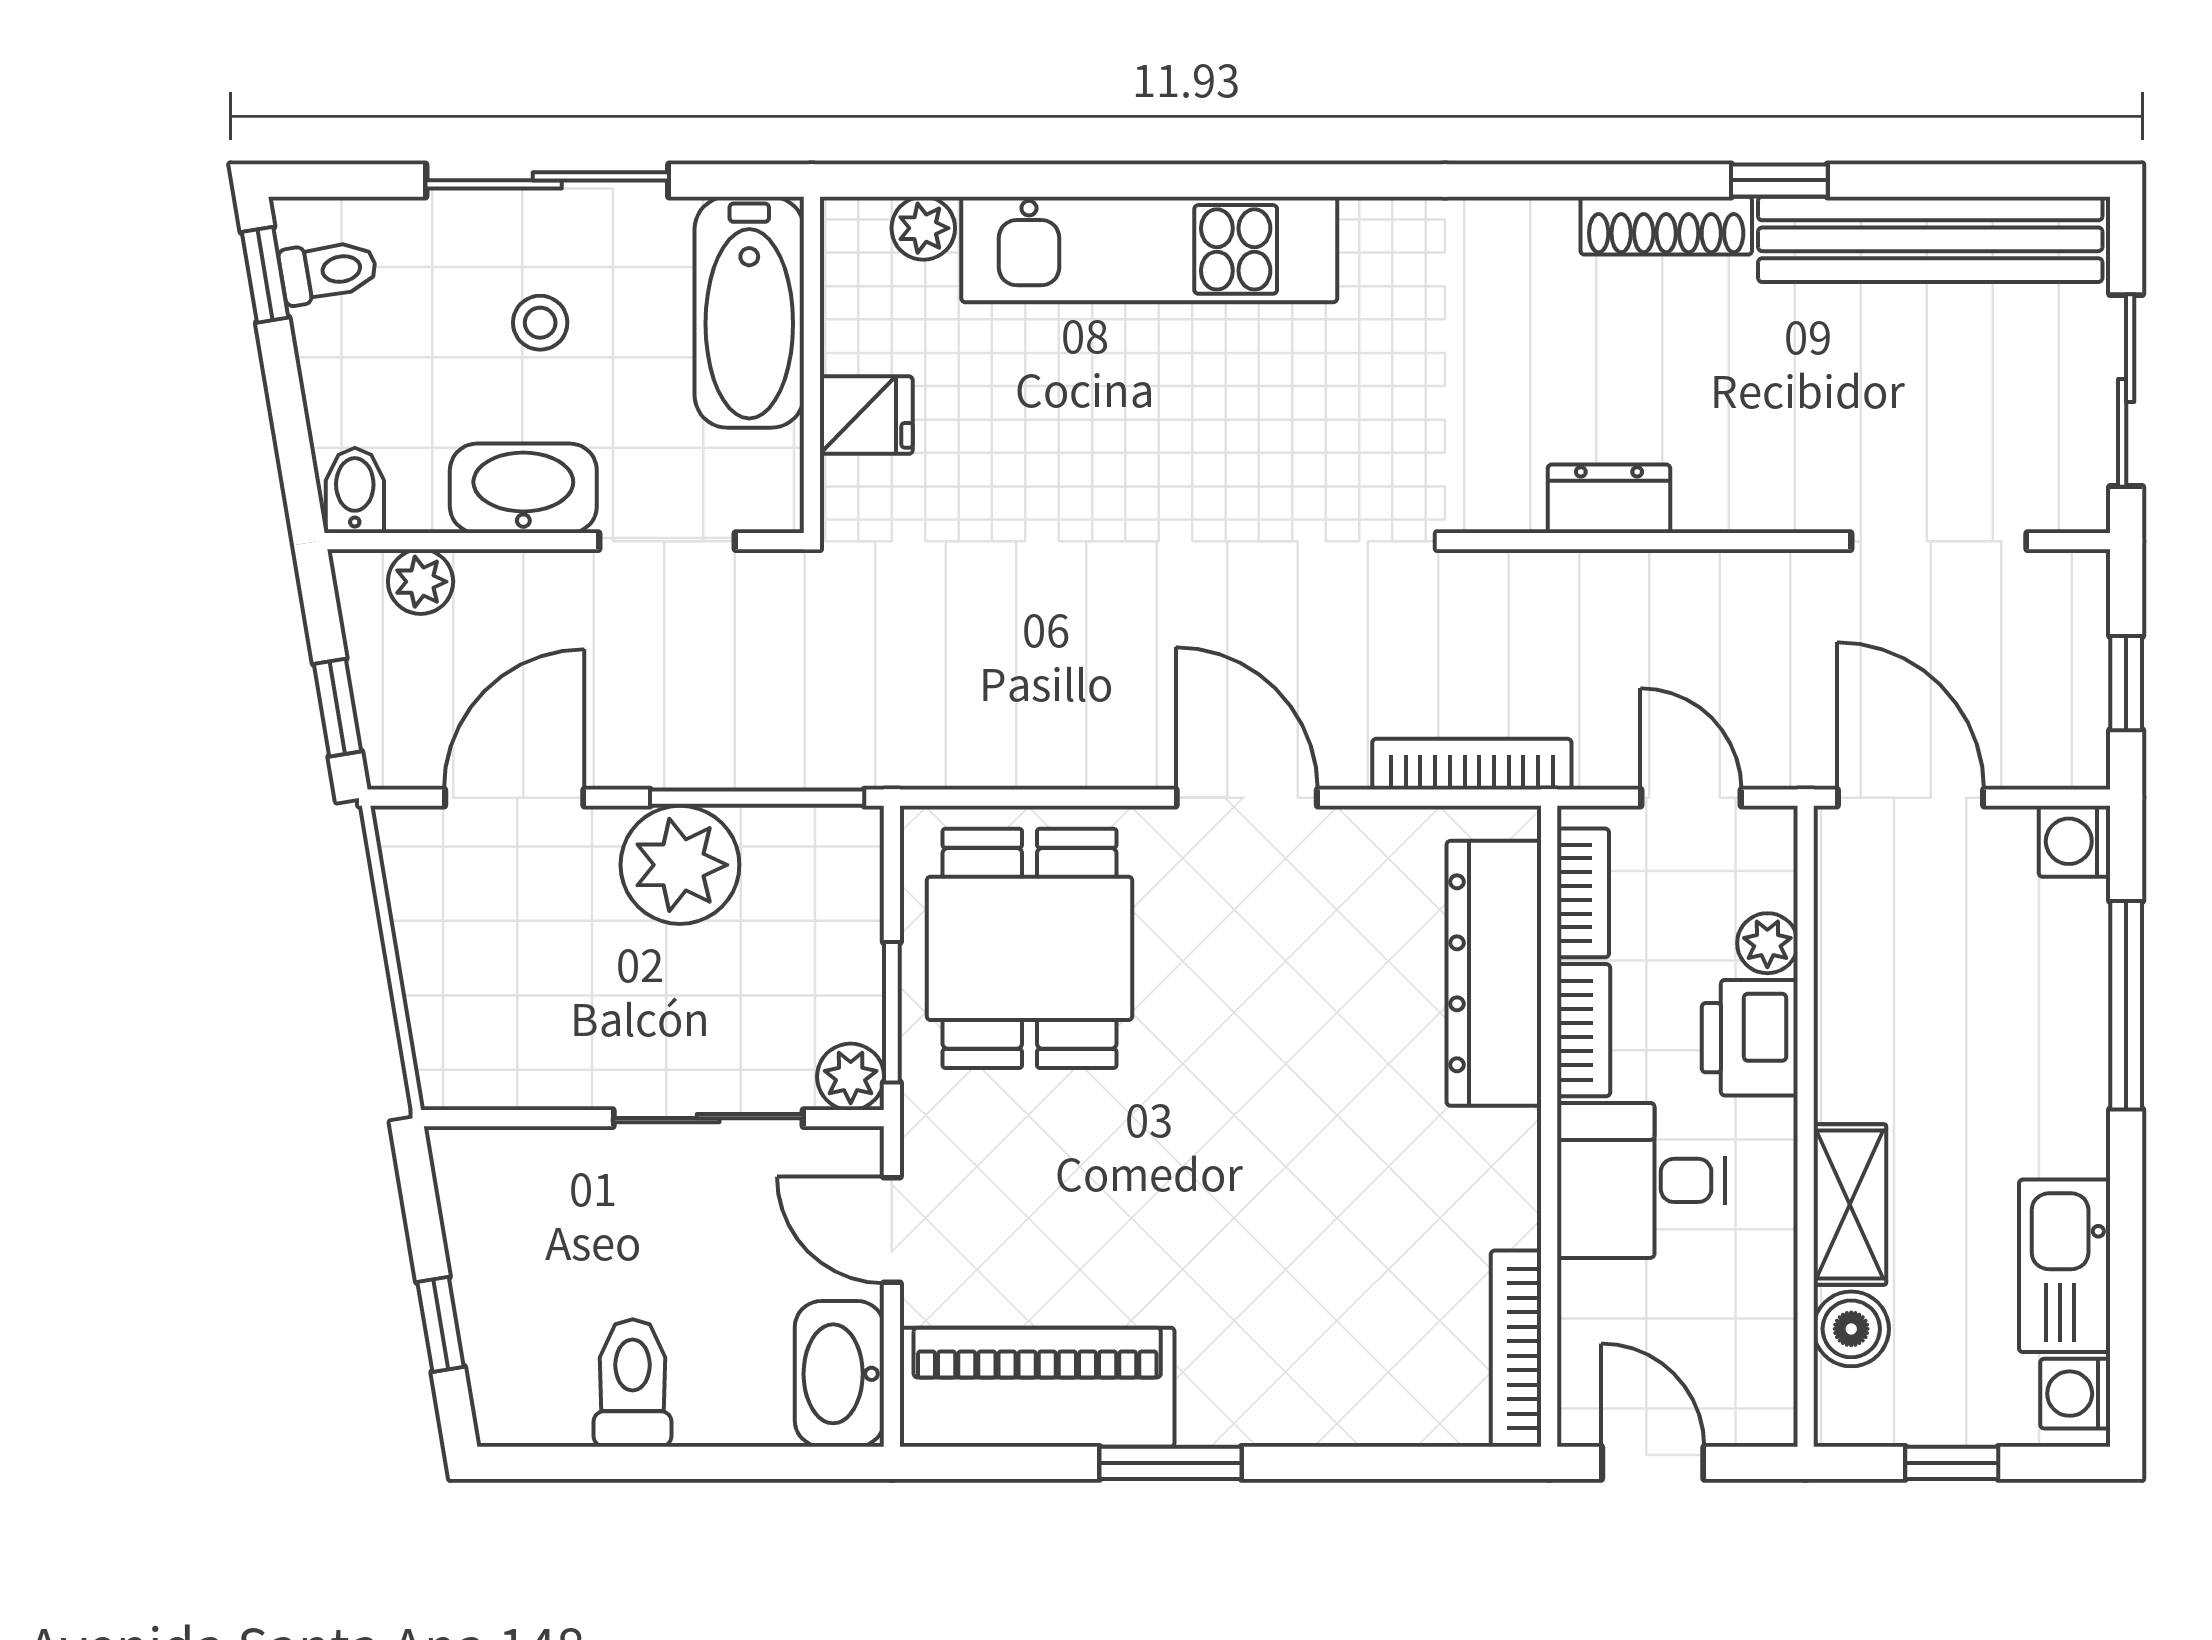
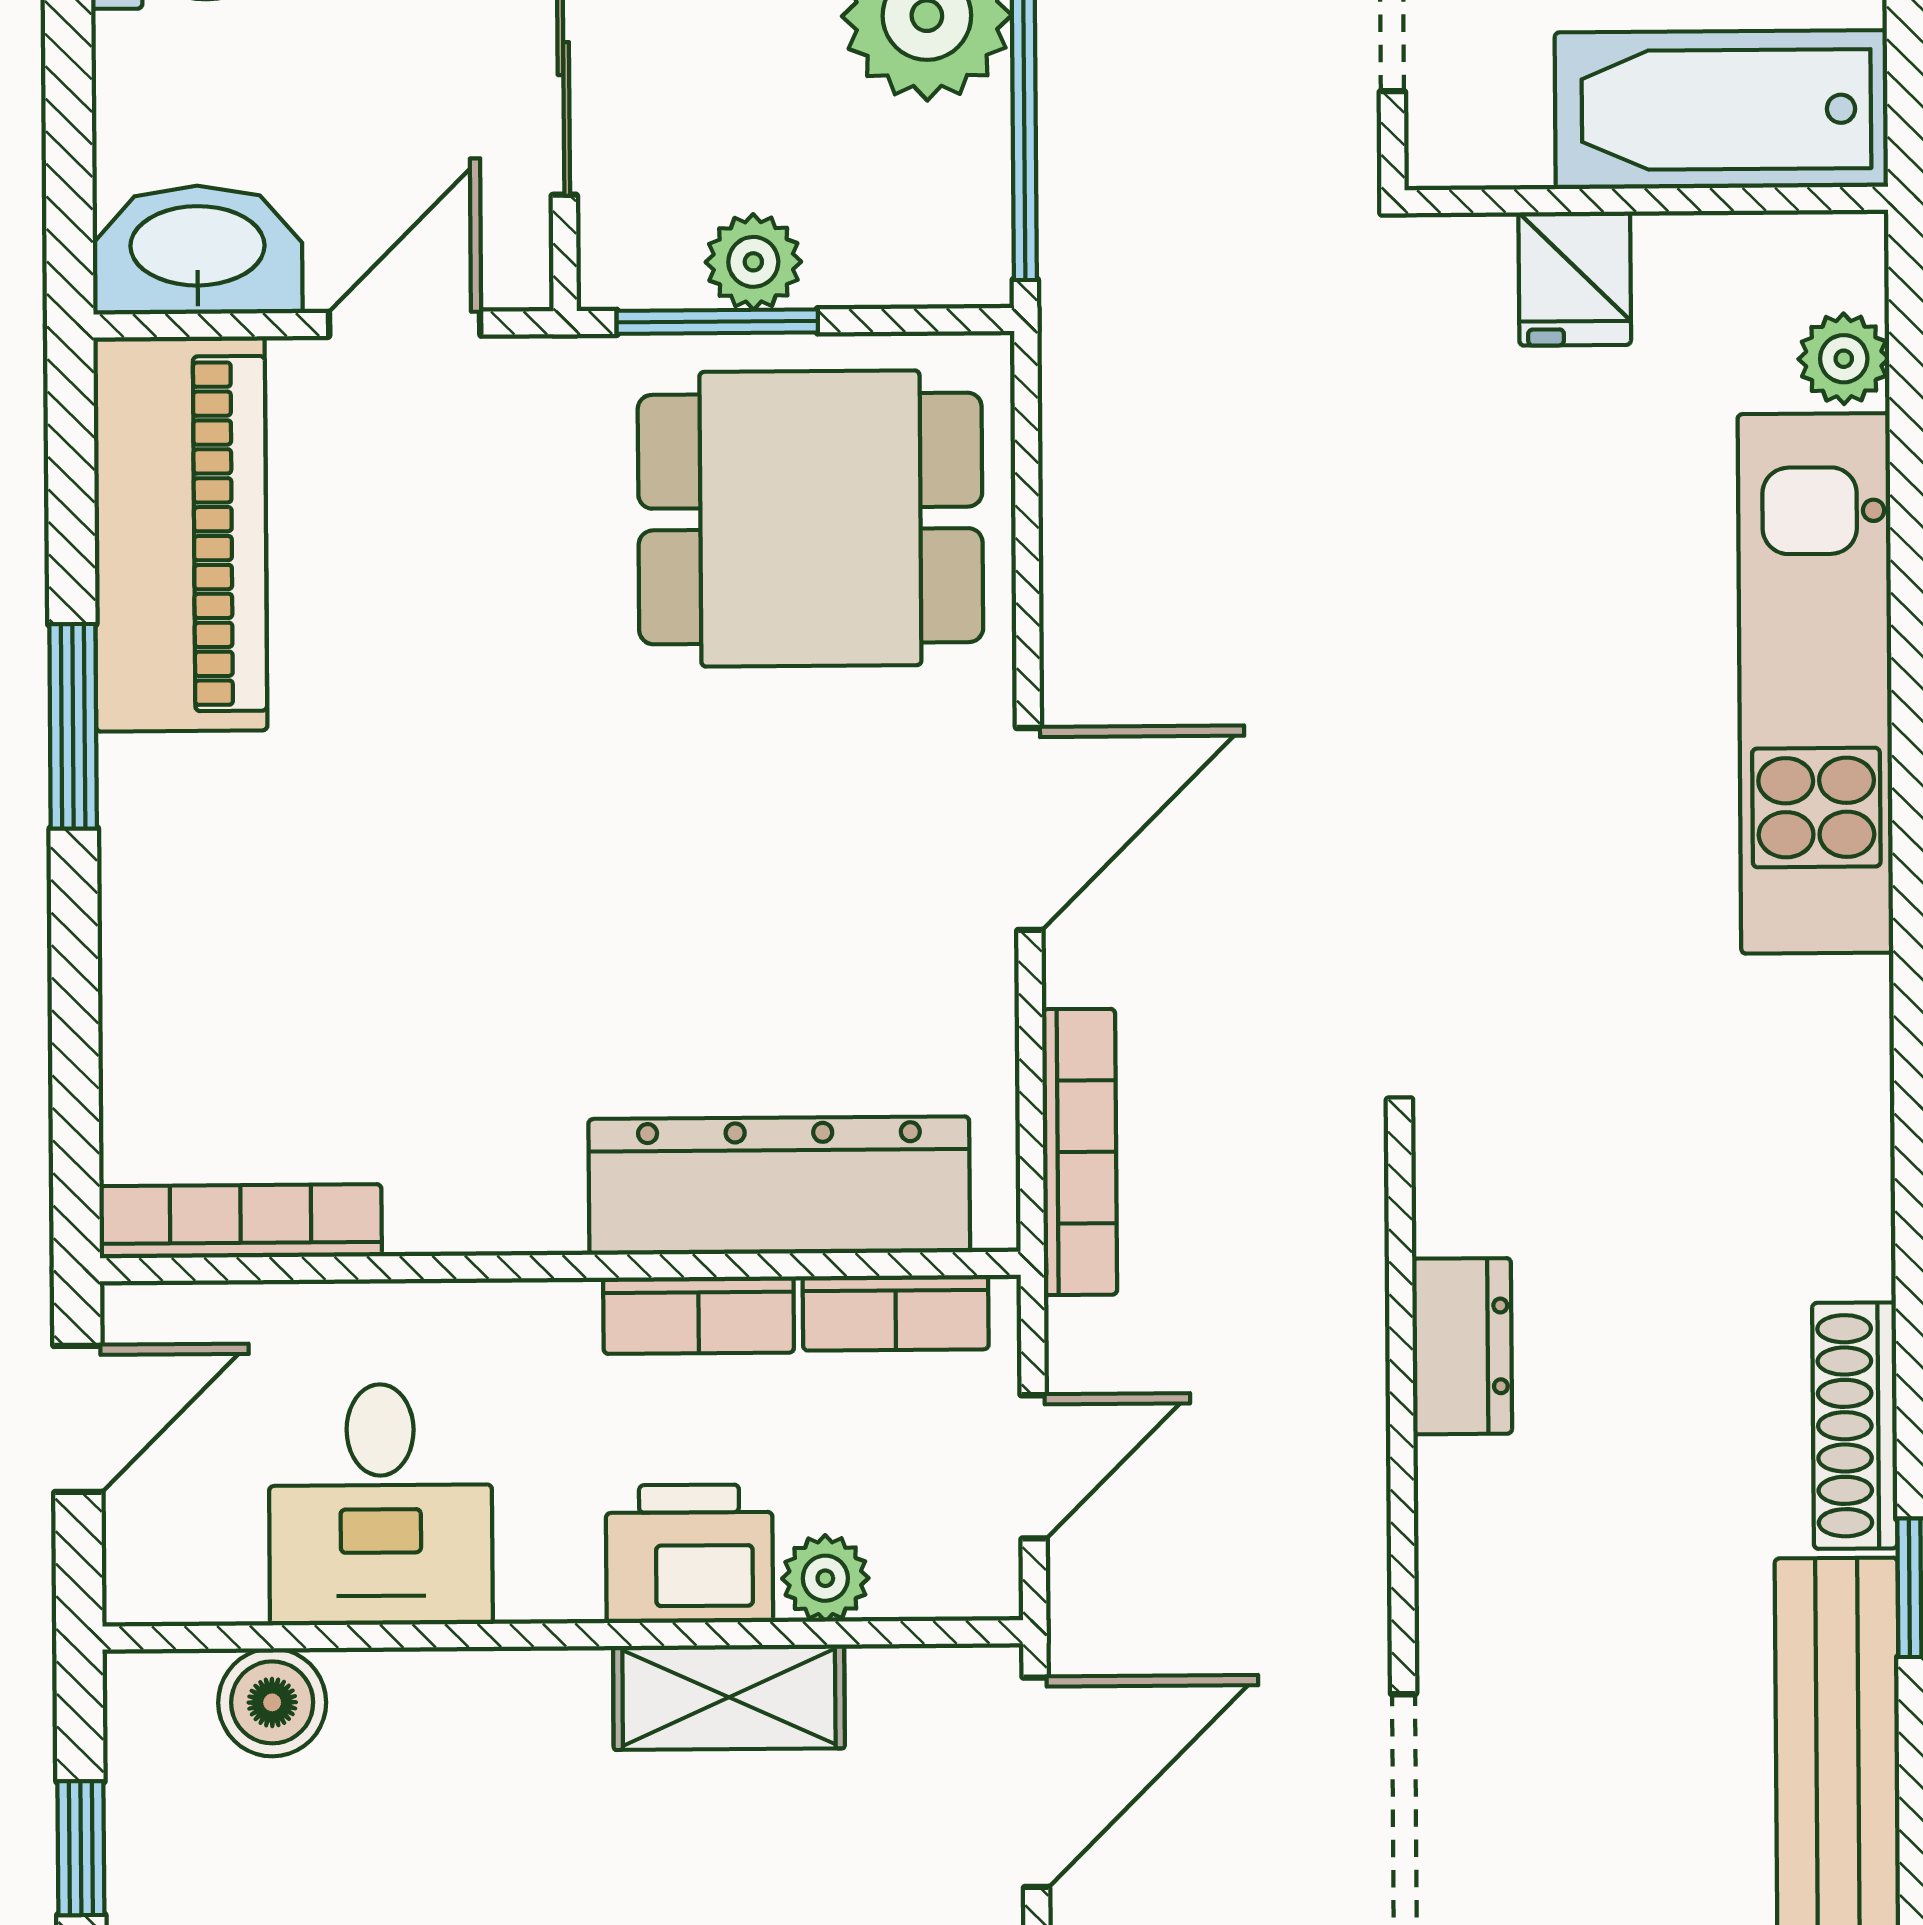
plant: (851, 1077) -> (753, 262), moved
desk: (1641, 1180) -> (381, 1504), moved, turned 180
shelving: (1850, 1204) -> (729, 1697), moved

